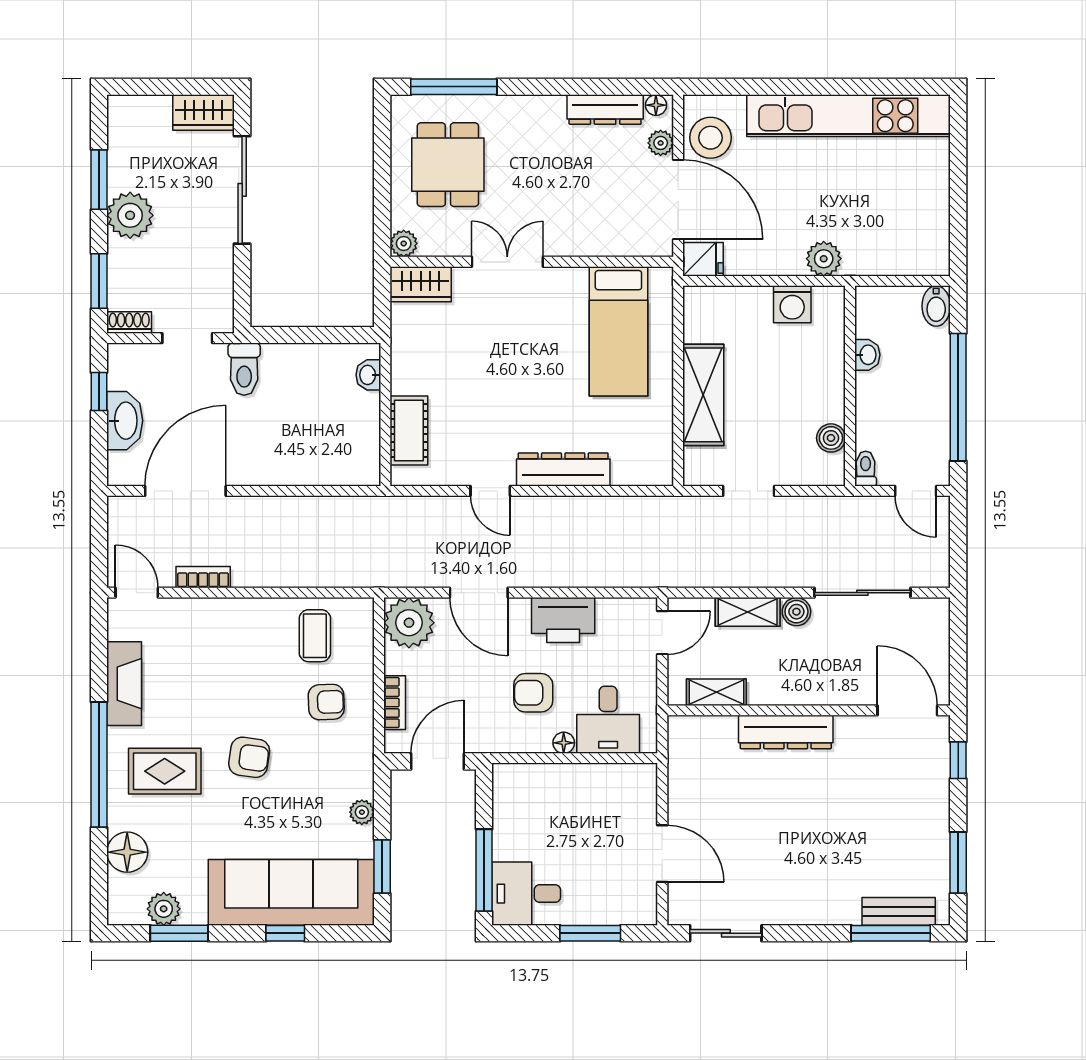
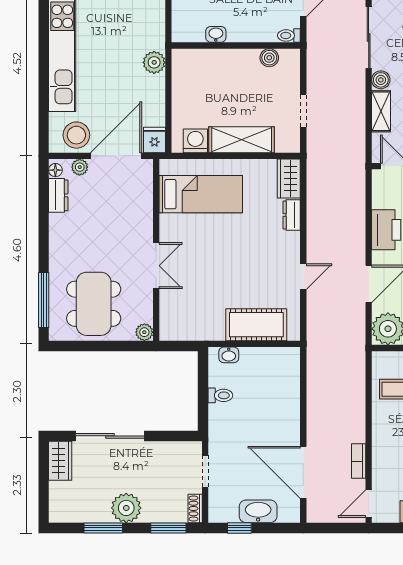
dresser: (605, 110) -> (58, 195), width x0.70
dining table: (448, 165) -> (94, 304), width x1.38
double door: (507, 262) -> (156, 266), swing flipped
wardrobe: (421, 284) -> (289, 179), moved, turned 180
washing machine: (792, 304) -> (195, 141), moved, turned -90
toilet: (244, 369) -> (220, 395), moved, width x0.73, depth x0.72
cot: (409, 430) -> (256, 325), width x1.37, depth x1.34
dresser: (563, 469) -> (292, 215), width x0.51, depth x0.80

